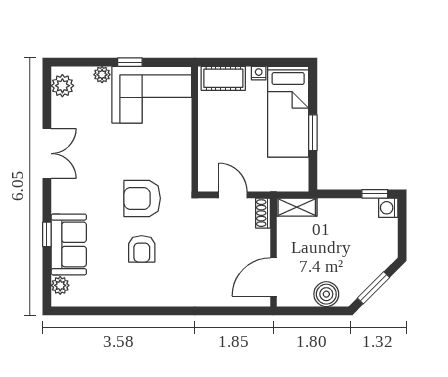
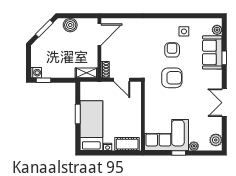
side table: (120, 283) -> (184, 31), added

